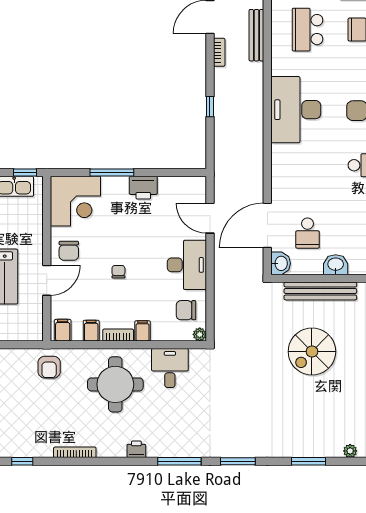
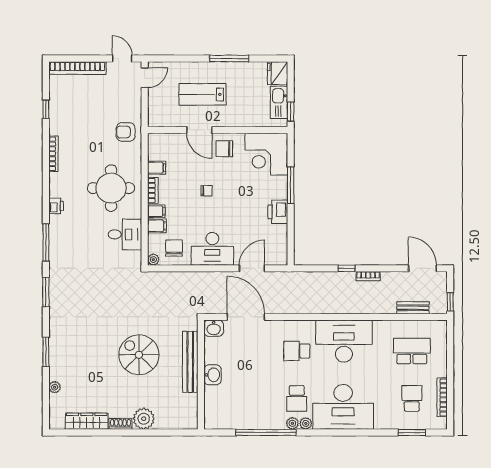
bench: (256, 35) -> (413, 308), width x0.73
bookcase: (219, 52) -> (368, 276), moved
school desk: (308, 233) -> (297, 351), moved
filing cabinet: (63, 330) -> (157, 226), moved

